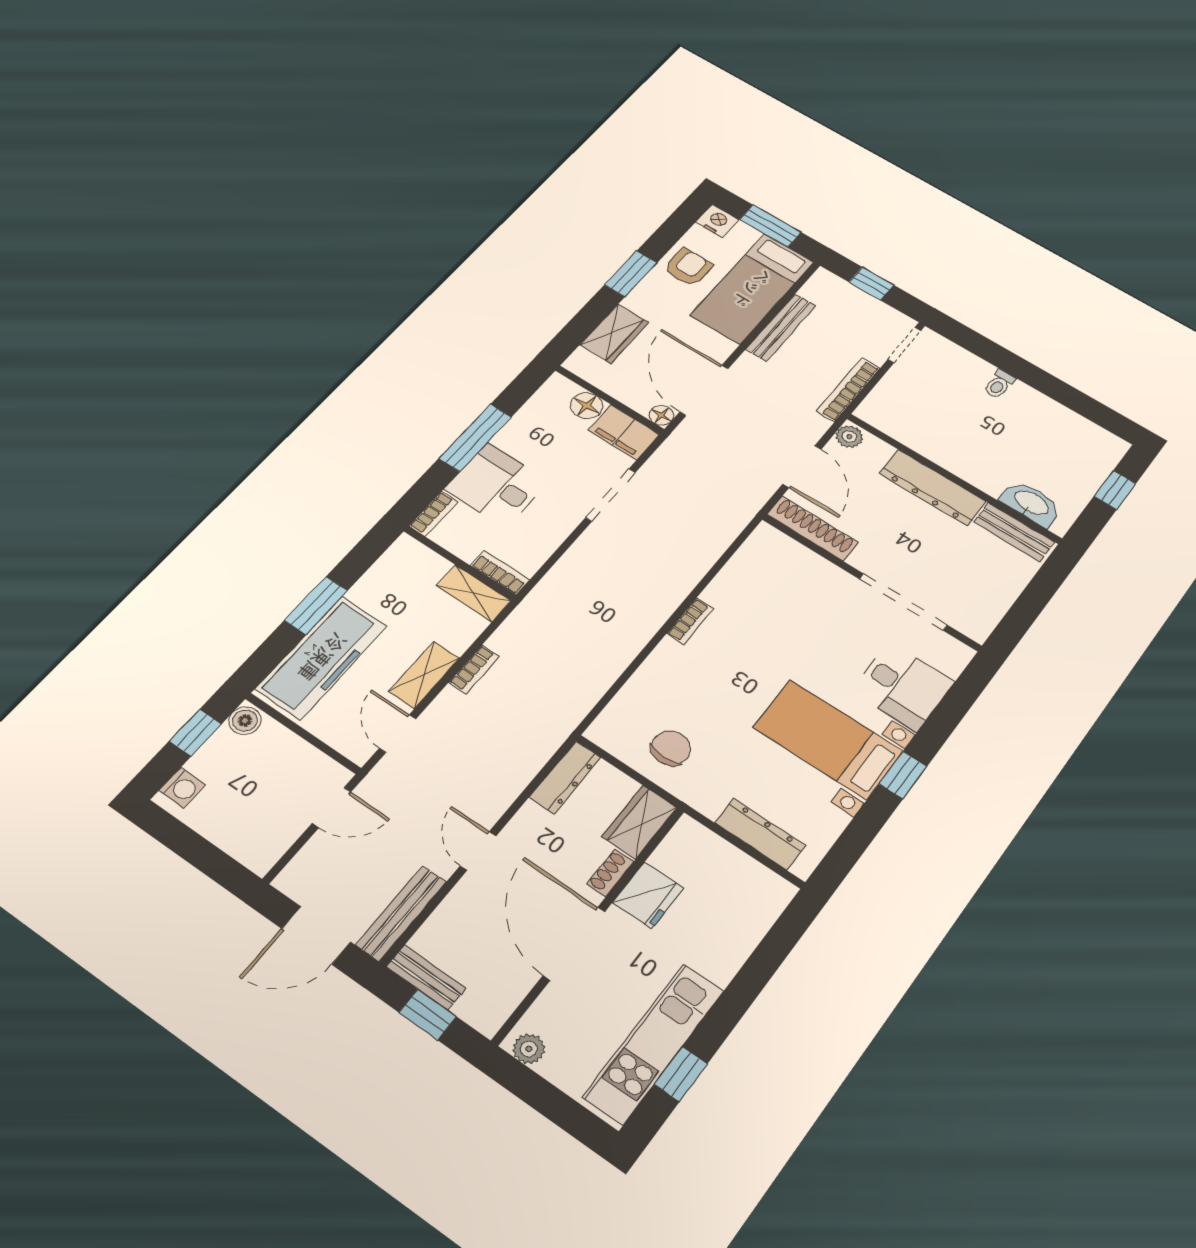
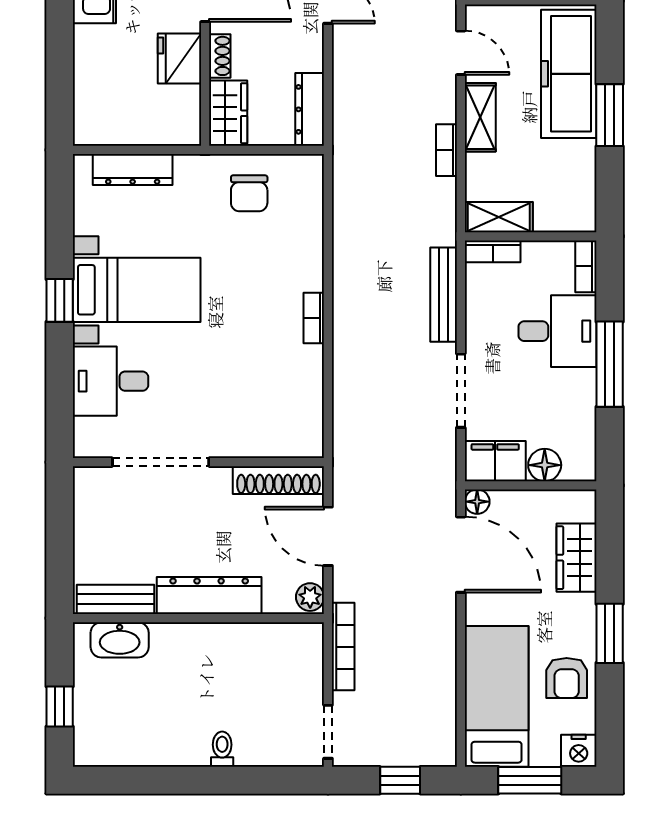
bench: (781, 327) -> (444, 295), moved

